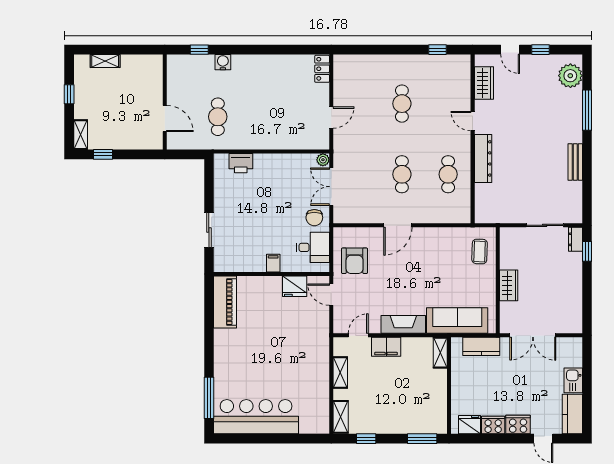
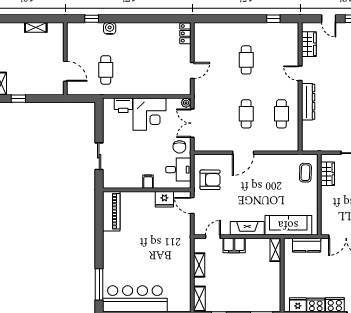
shelving: (105, 61) -> (36, 27), moved
corner desk: (275, 175) -> (150, 114), added
armchair: (355, 261) -> (210, 180), turned -90
wardrobe: (509, 285) -> (328, 174), moved

